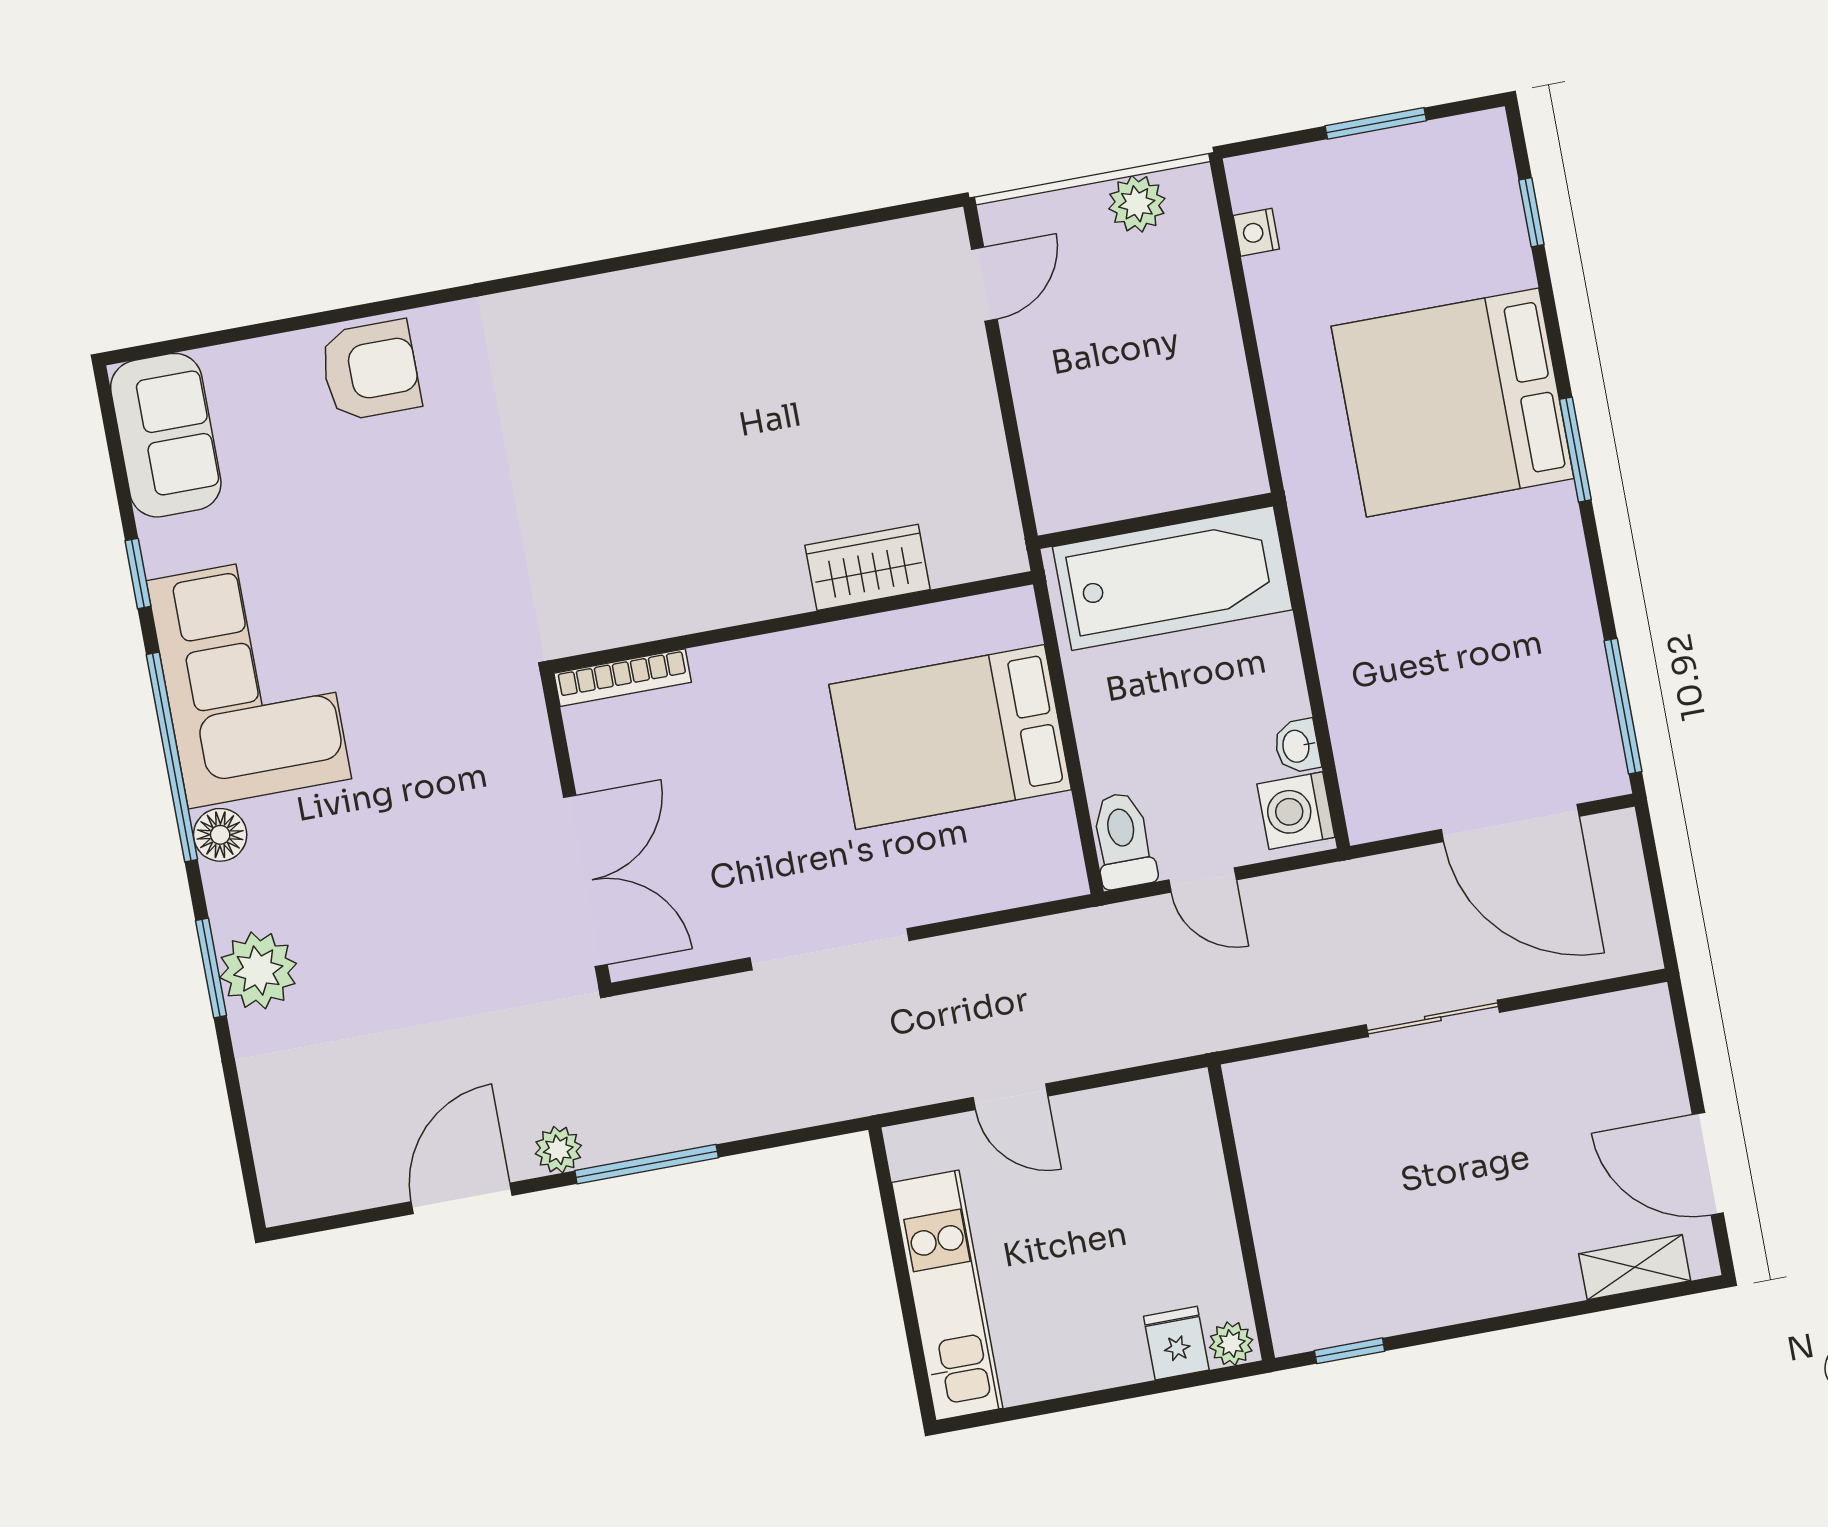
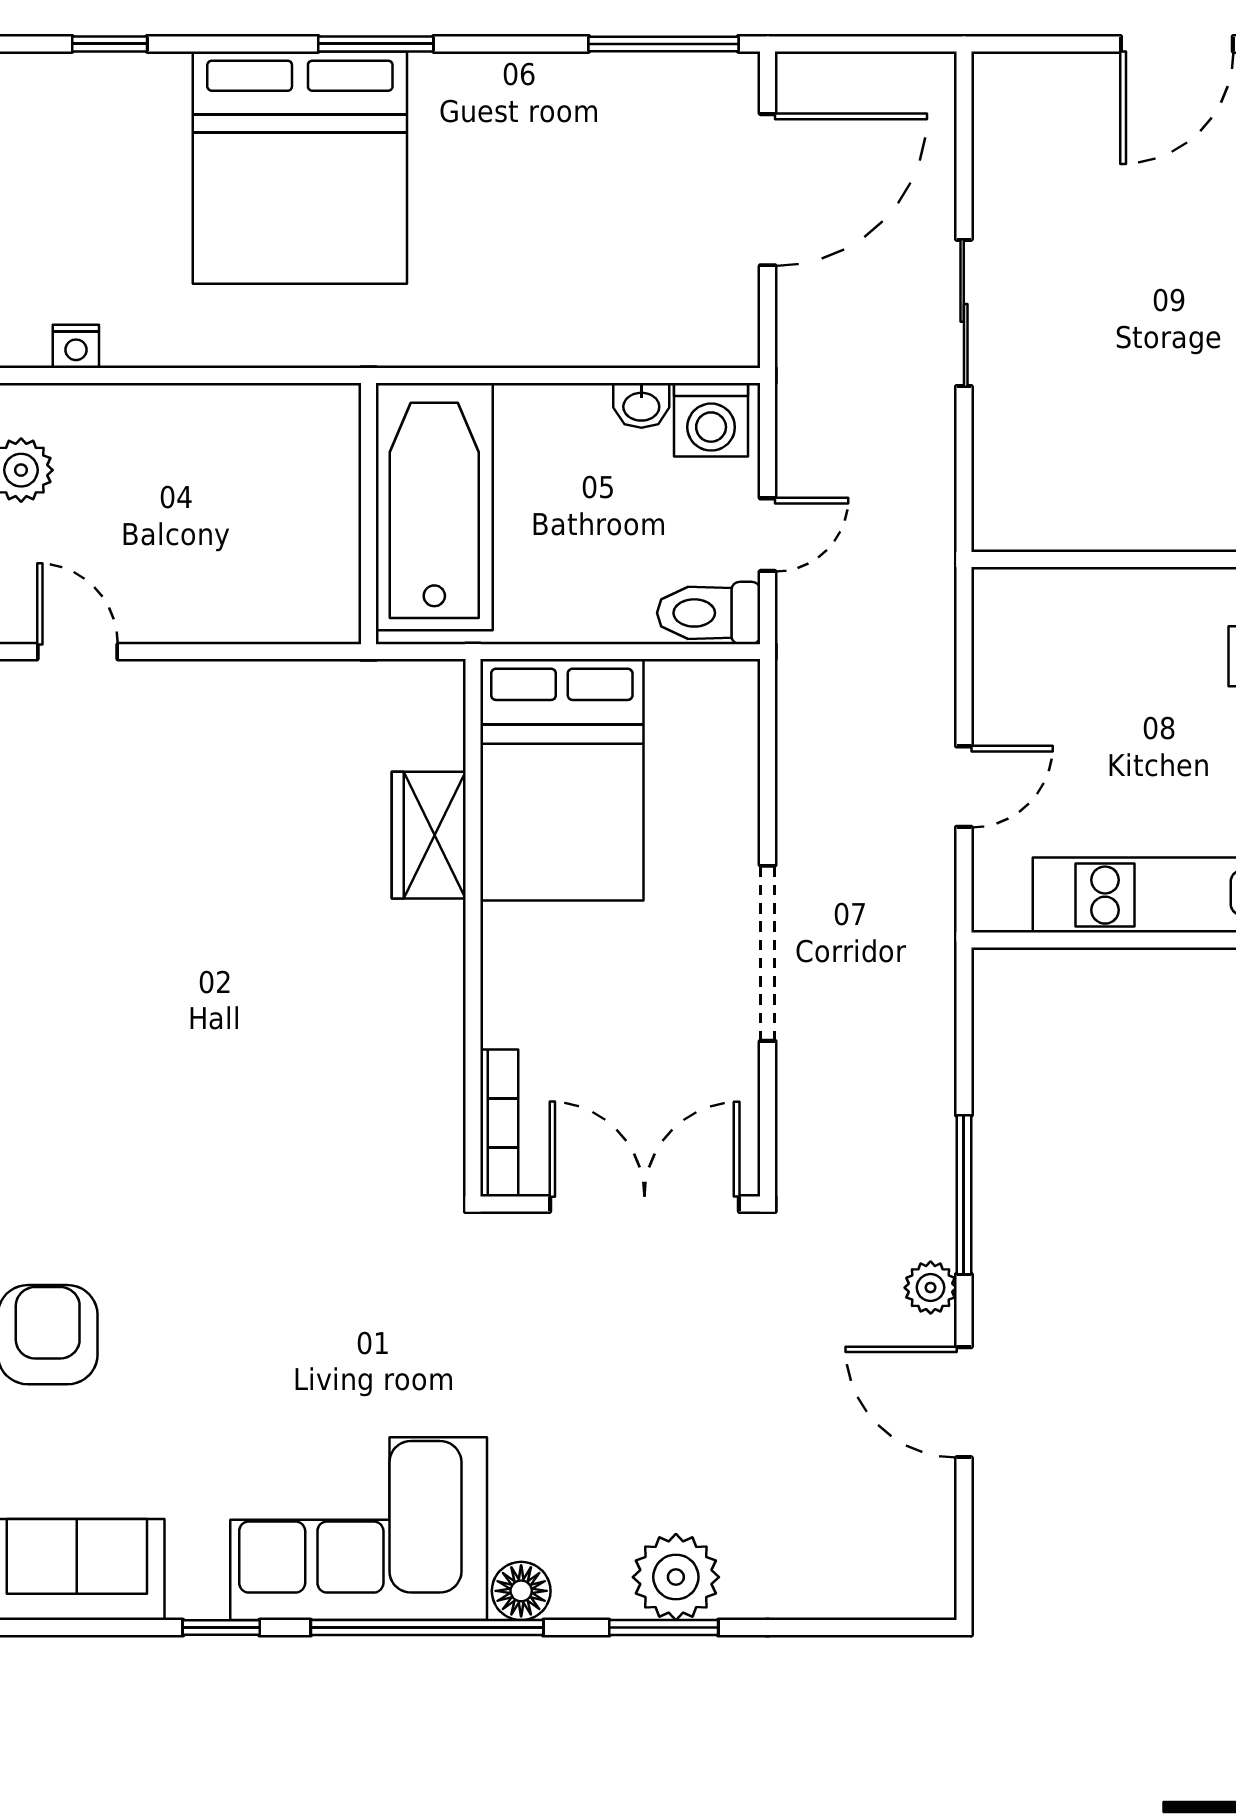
wardrobe: (868, 567) -> (429, 835), moved
wall: (792, 622) -> (473, 928), moved
bookcase: (623, 678) -> (499, 1123), moved

